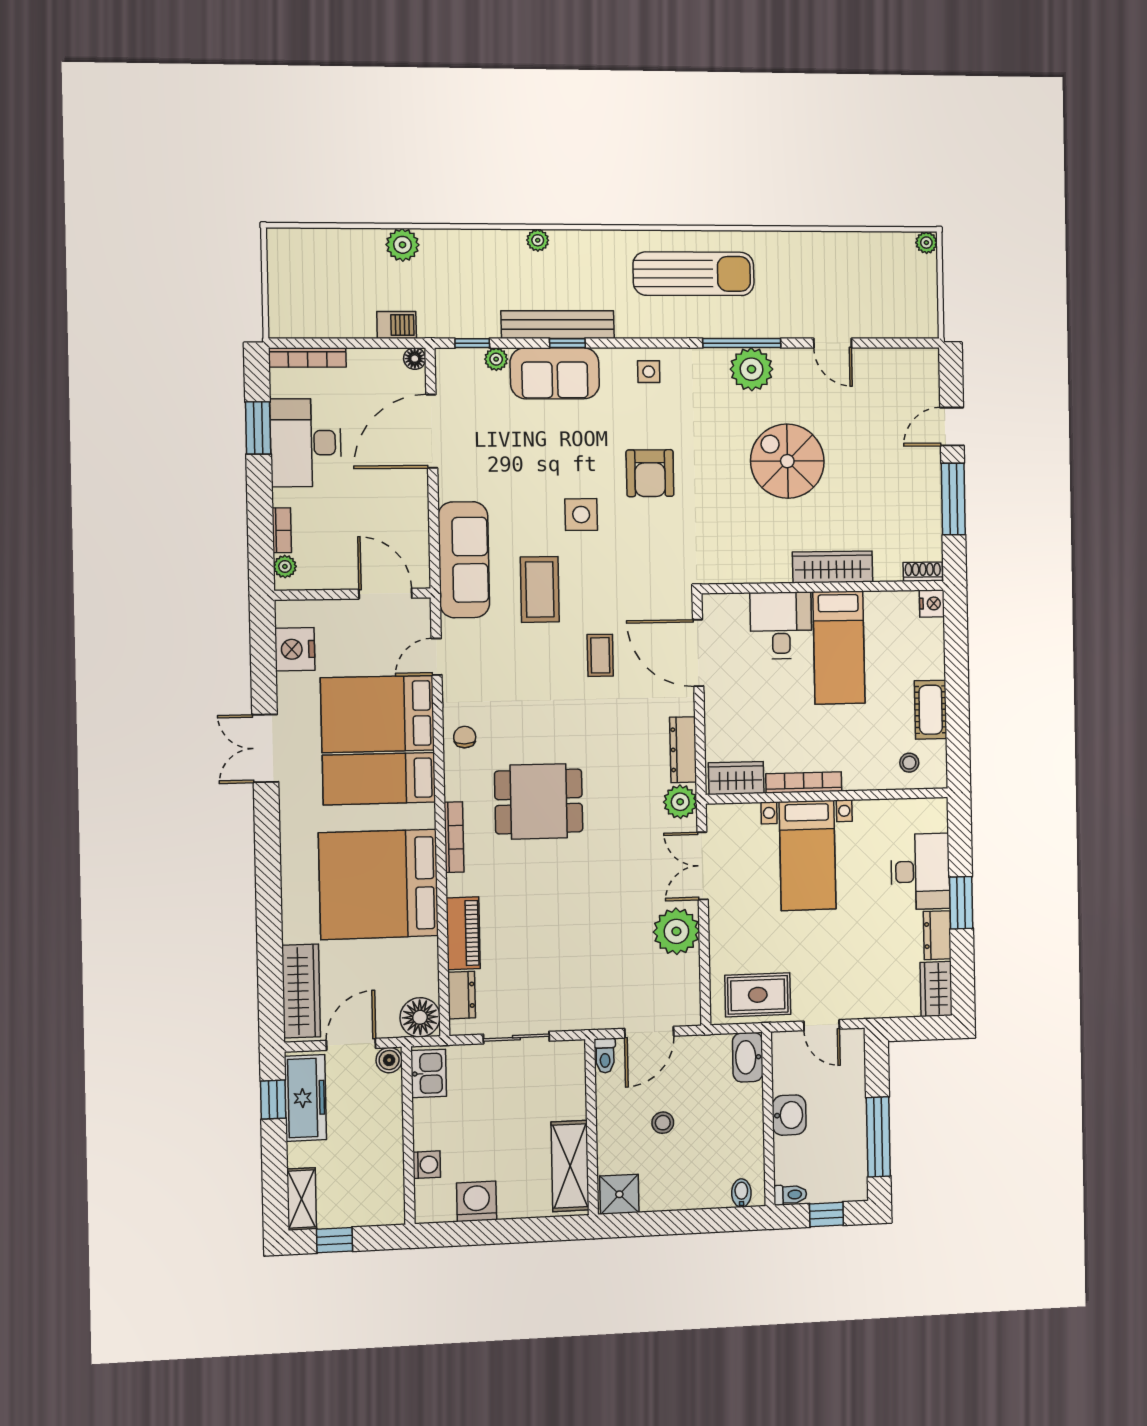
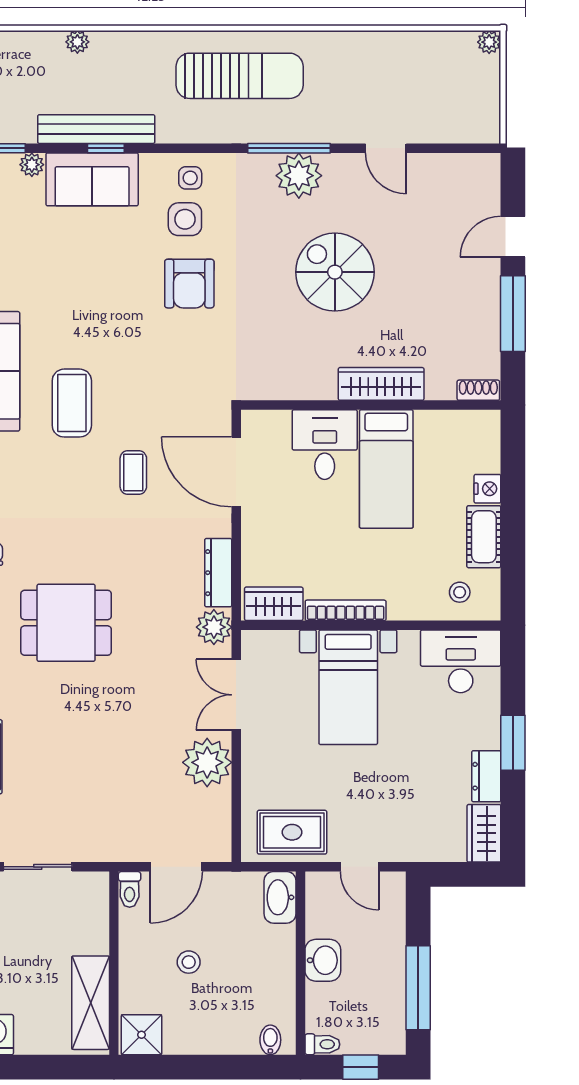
side table: (581, 515) -> (185, 219), moved
nightstand: (932, 603) -> (487, 489), moved
desk: (920, 872) -> (461, 661), moved, turned -90

